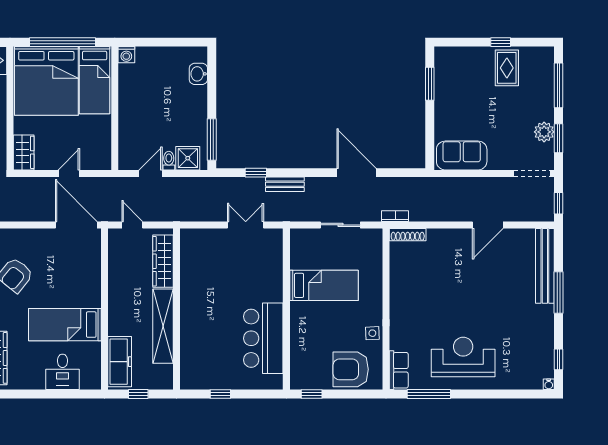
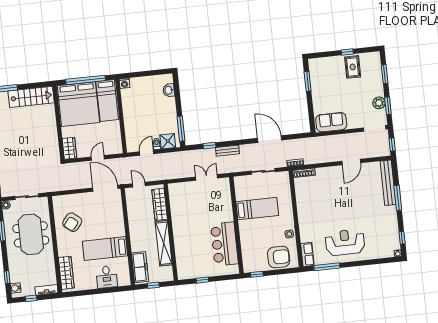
window: (558, 85) -> (385, 74), width x0.69
armchair: (351, 369) -> (279, 257), turned 180

